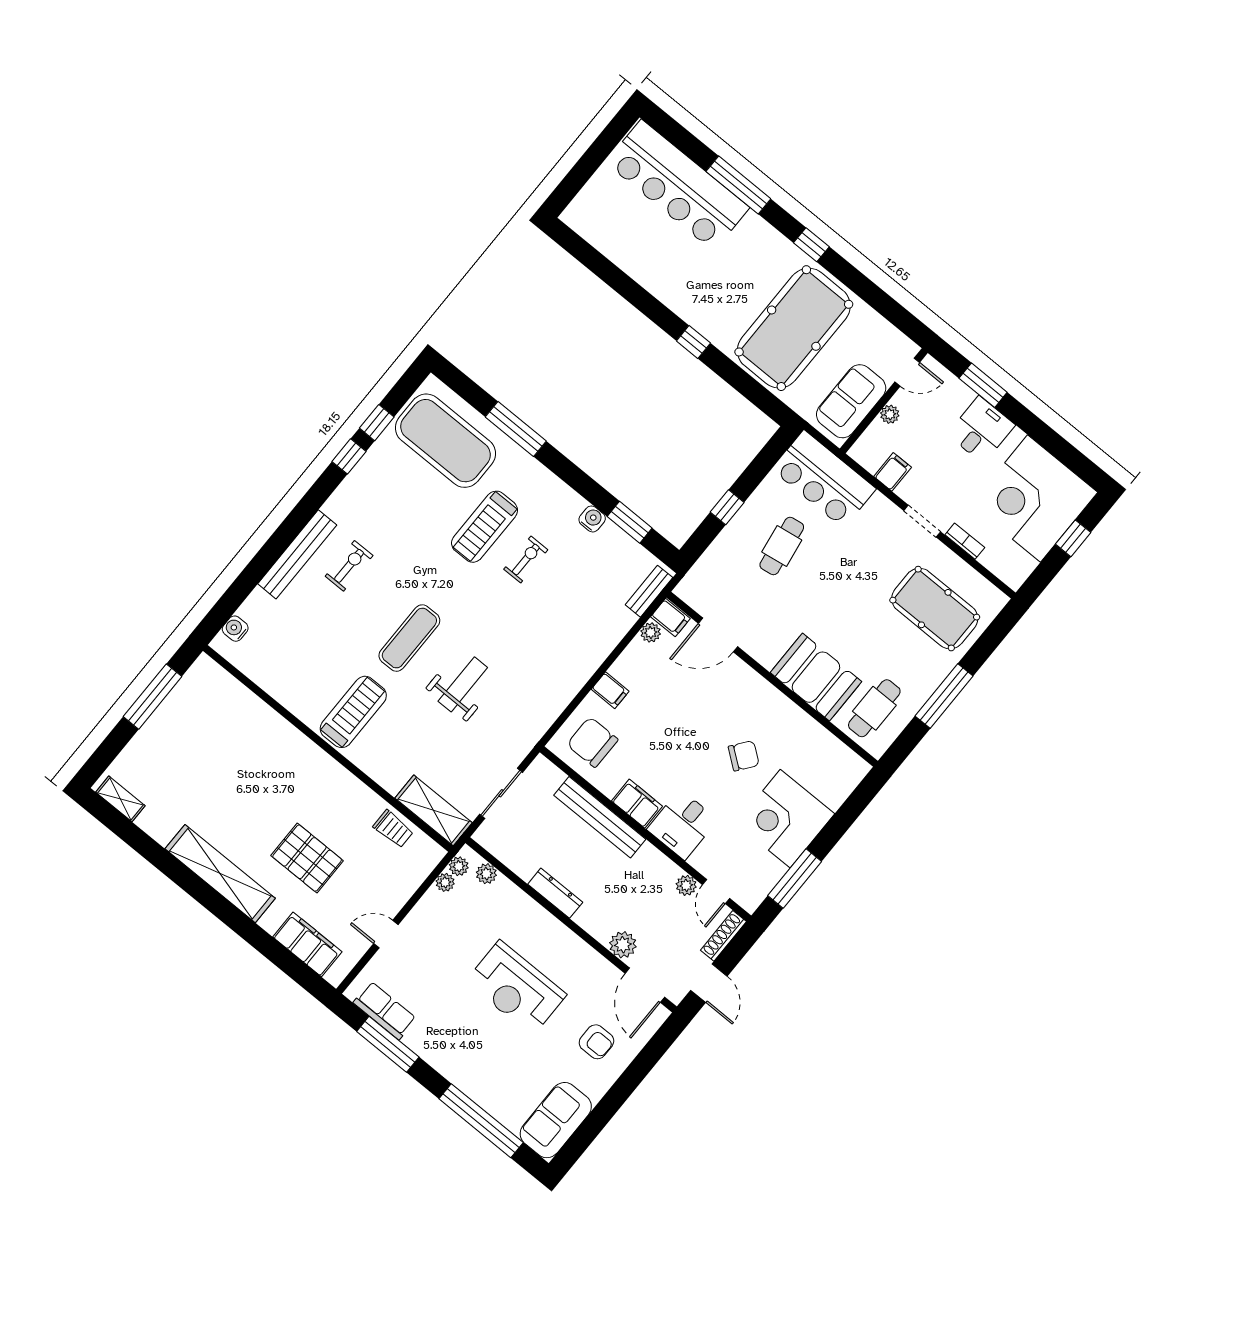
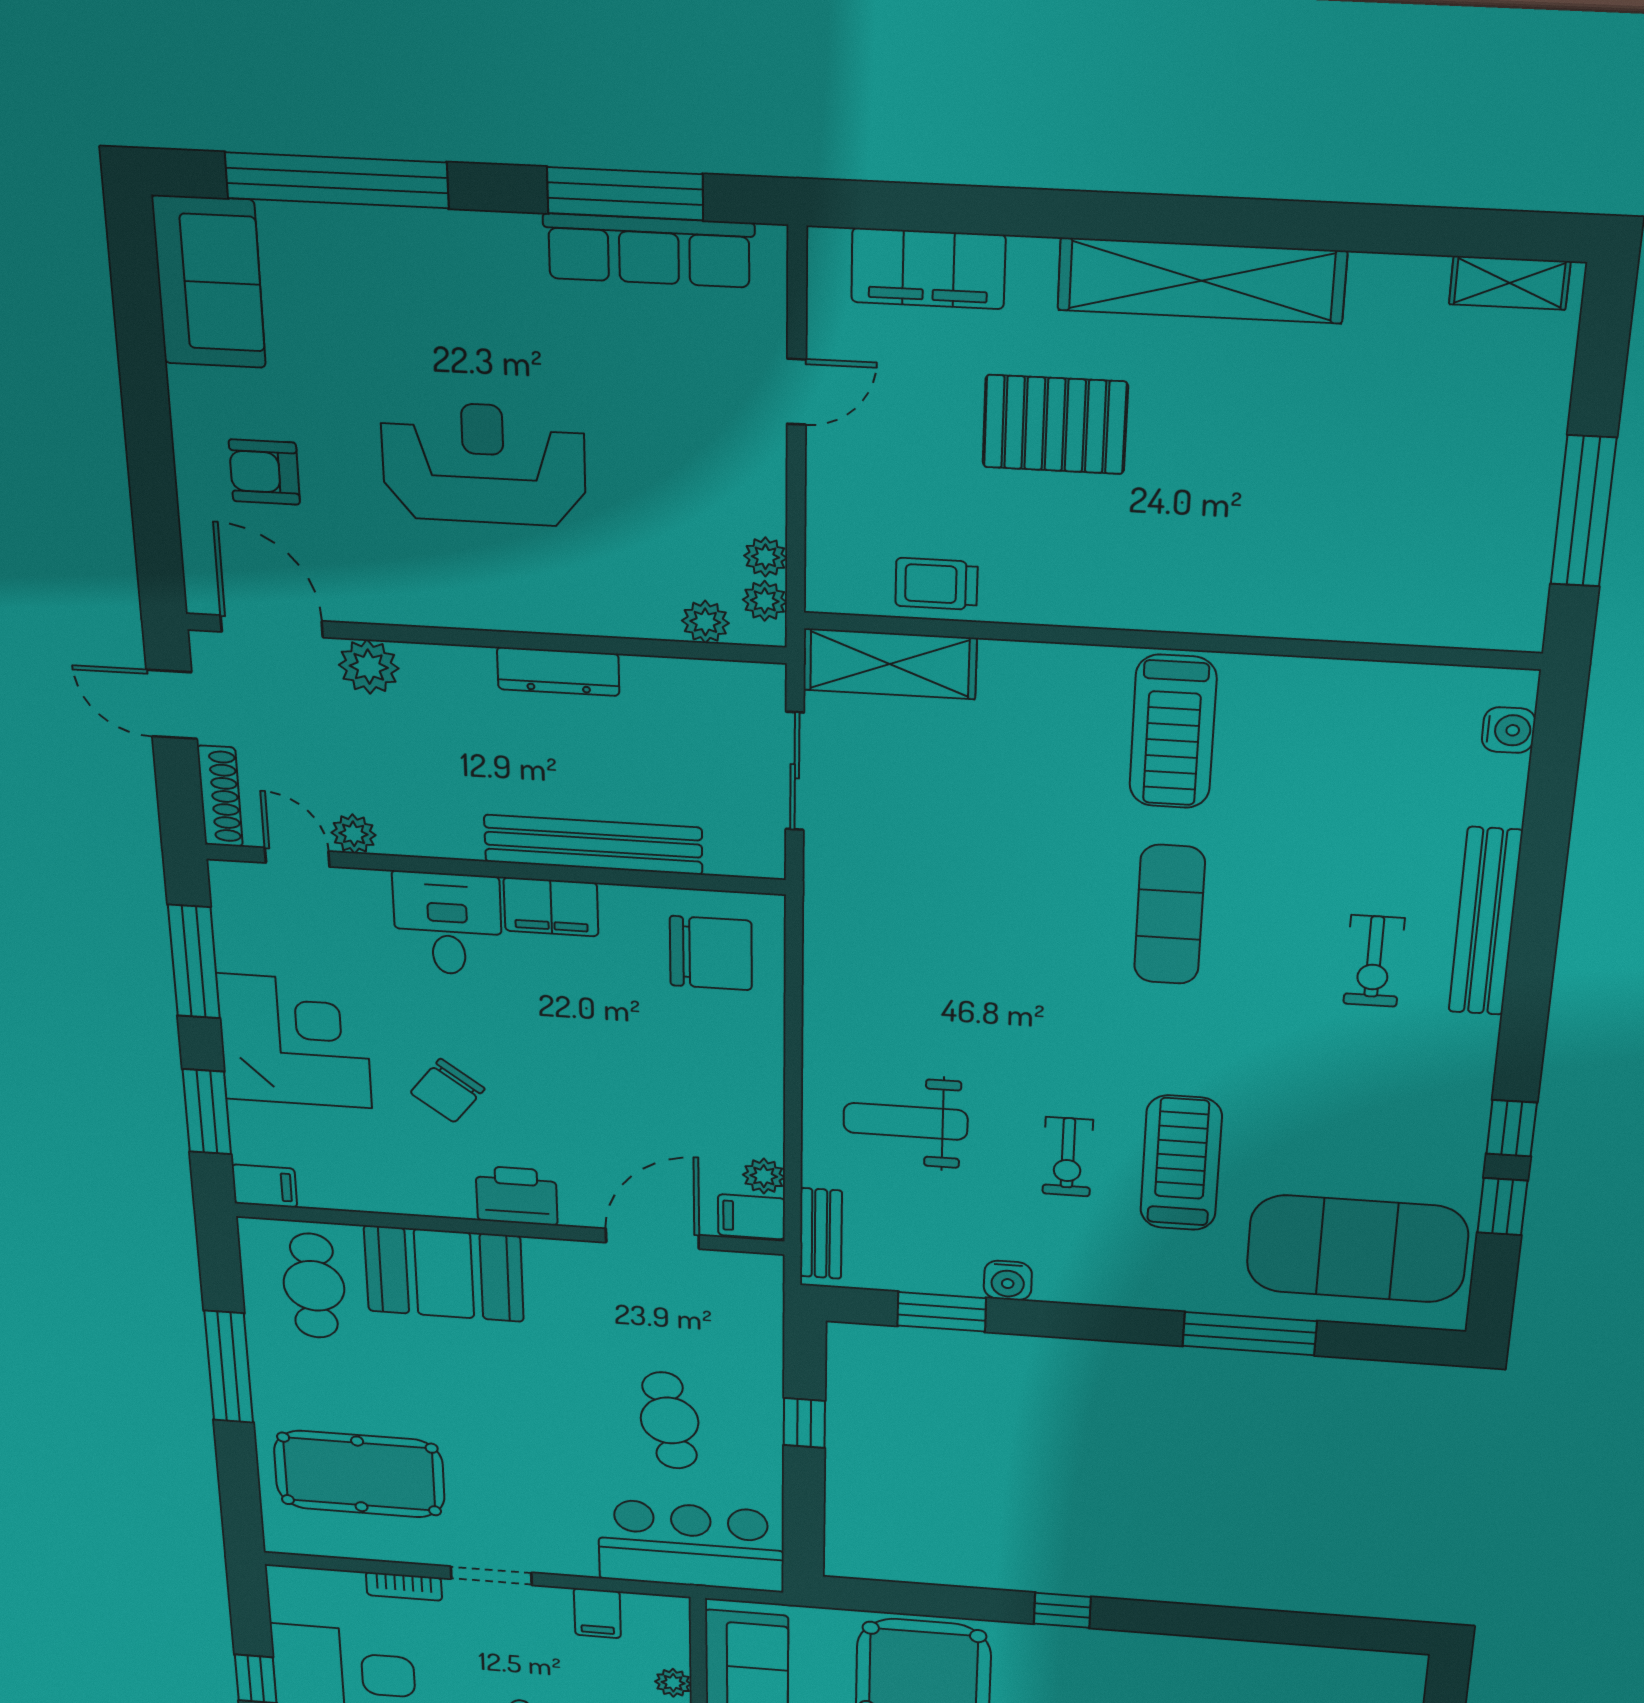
weight bench: (463, 684) -> (906, 1121), moved, turned 90
filing cabinet: (610, 690) -> (264, 1186), moved, turned 180
printer: (756, 692) -> (517, 1196), added
window: (848, 814) -> (207, 1112), added
row of seats: (385, 1010) -> (649, 251), width x1.48

